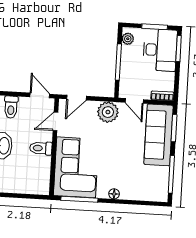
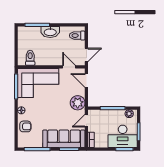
toilet: (41, 148) -> (30, 58), moved
armchair: (138, 189) -> (25, 126), added

